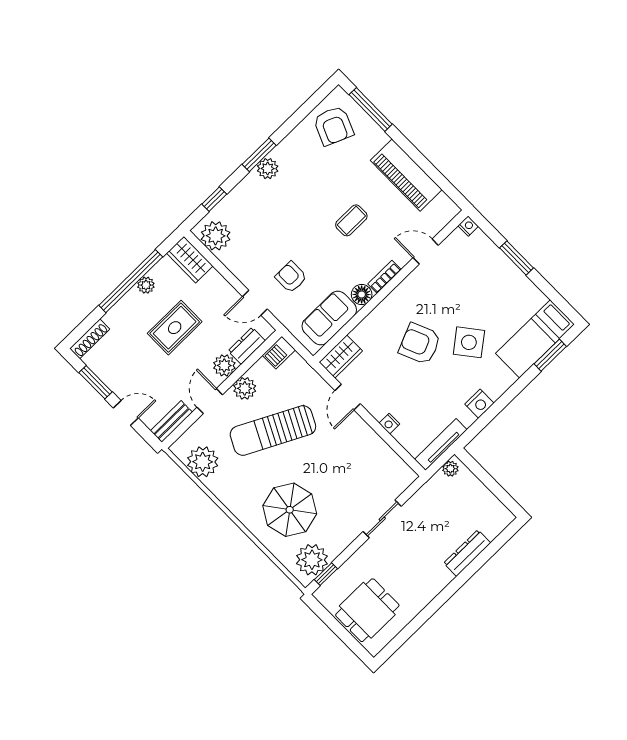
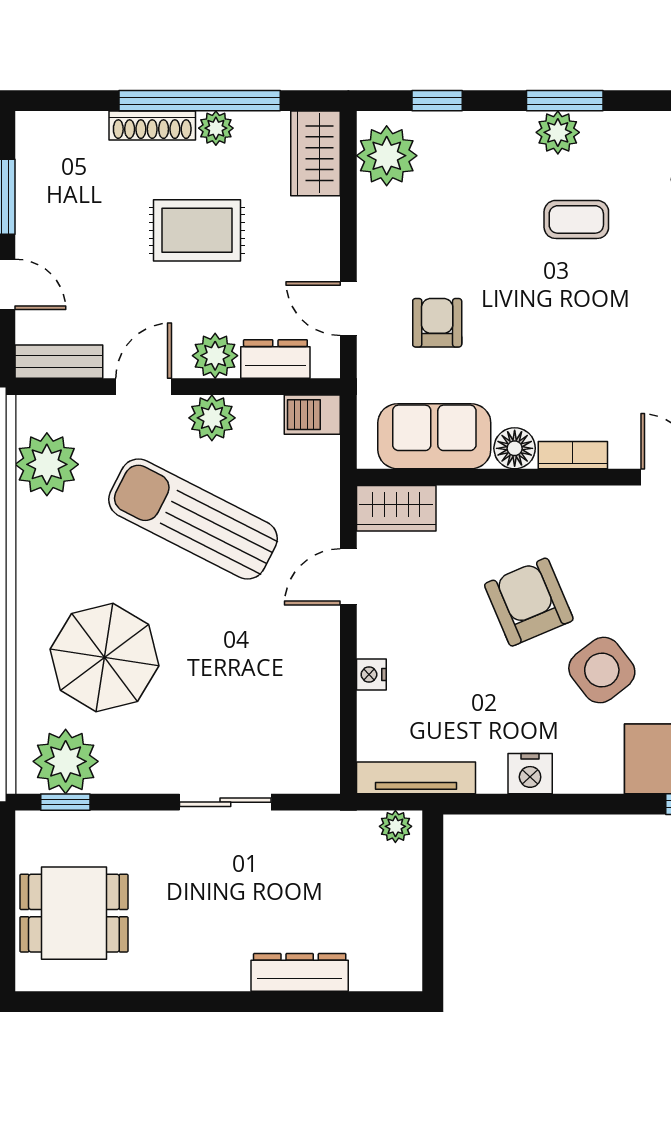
coffee table: (351, 220) -> (576, 219), moved
shoe rack: (90, 339) -> (152, 126), moved

